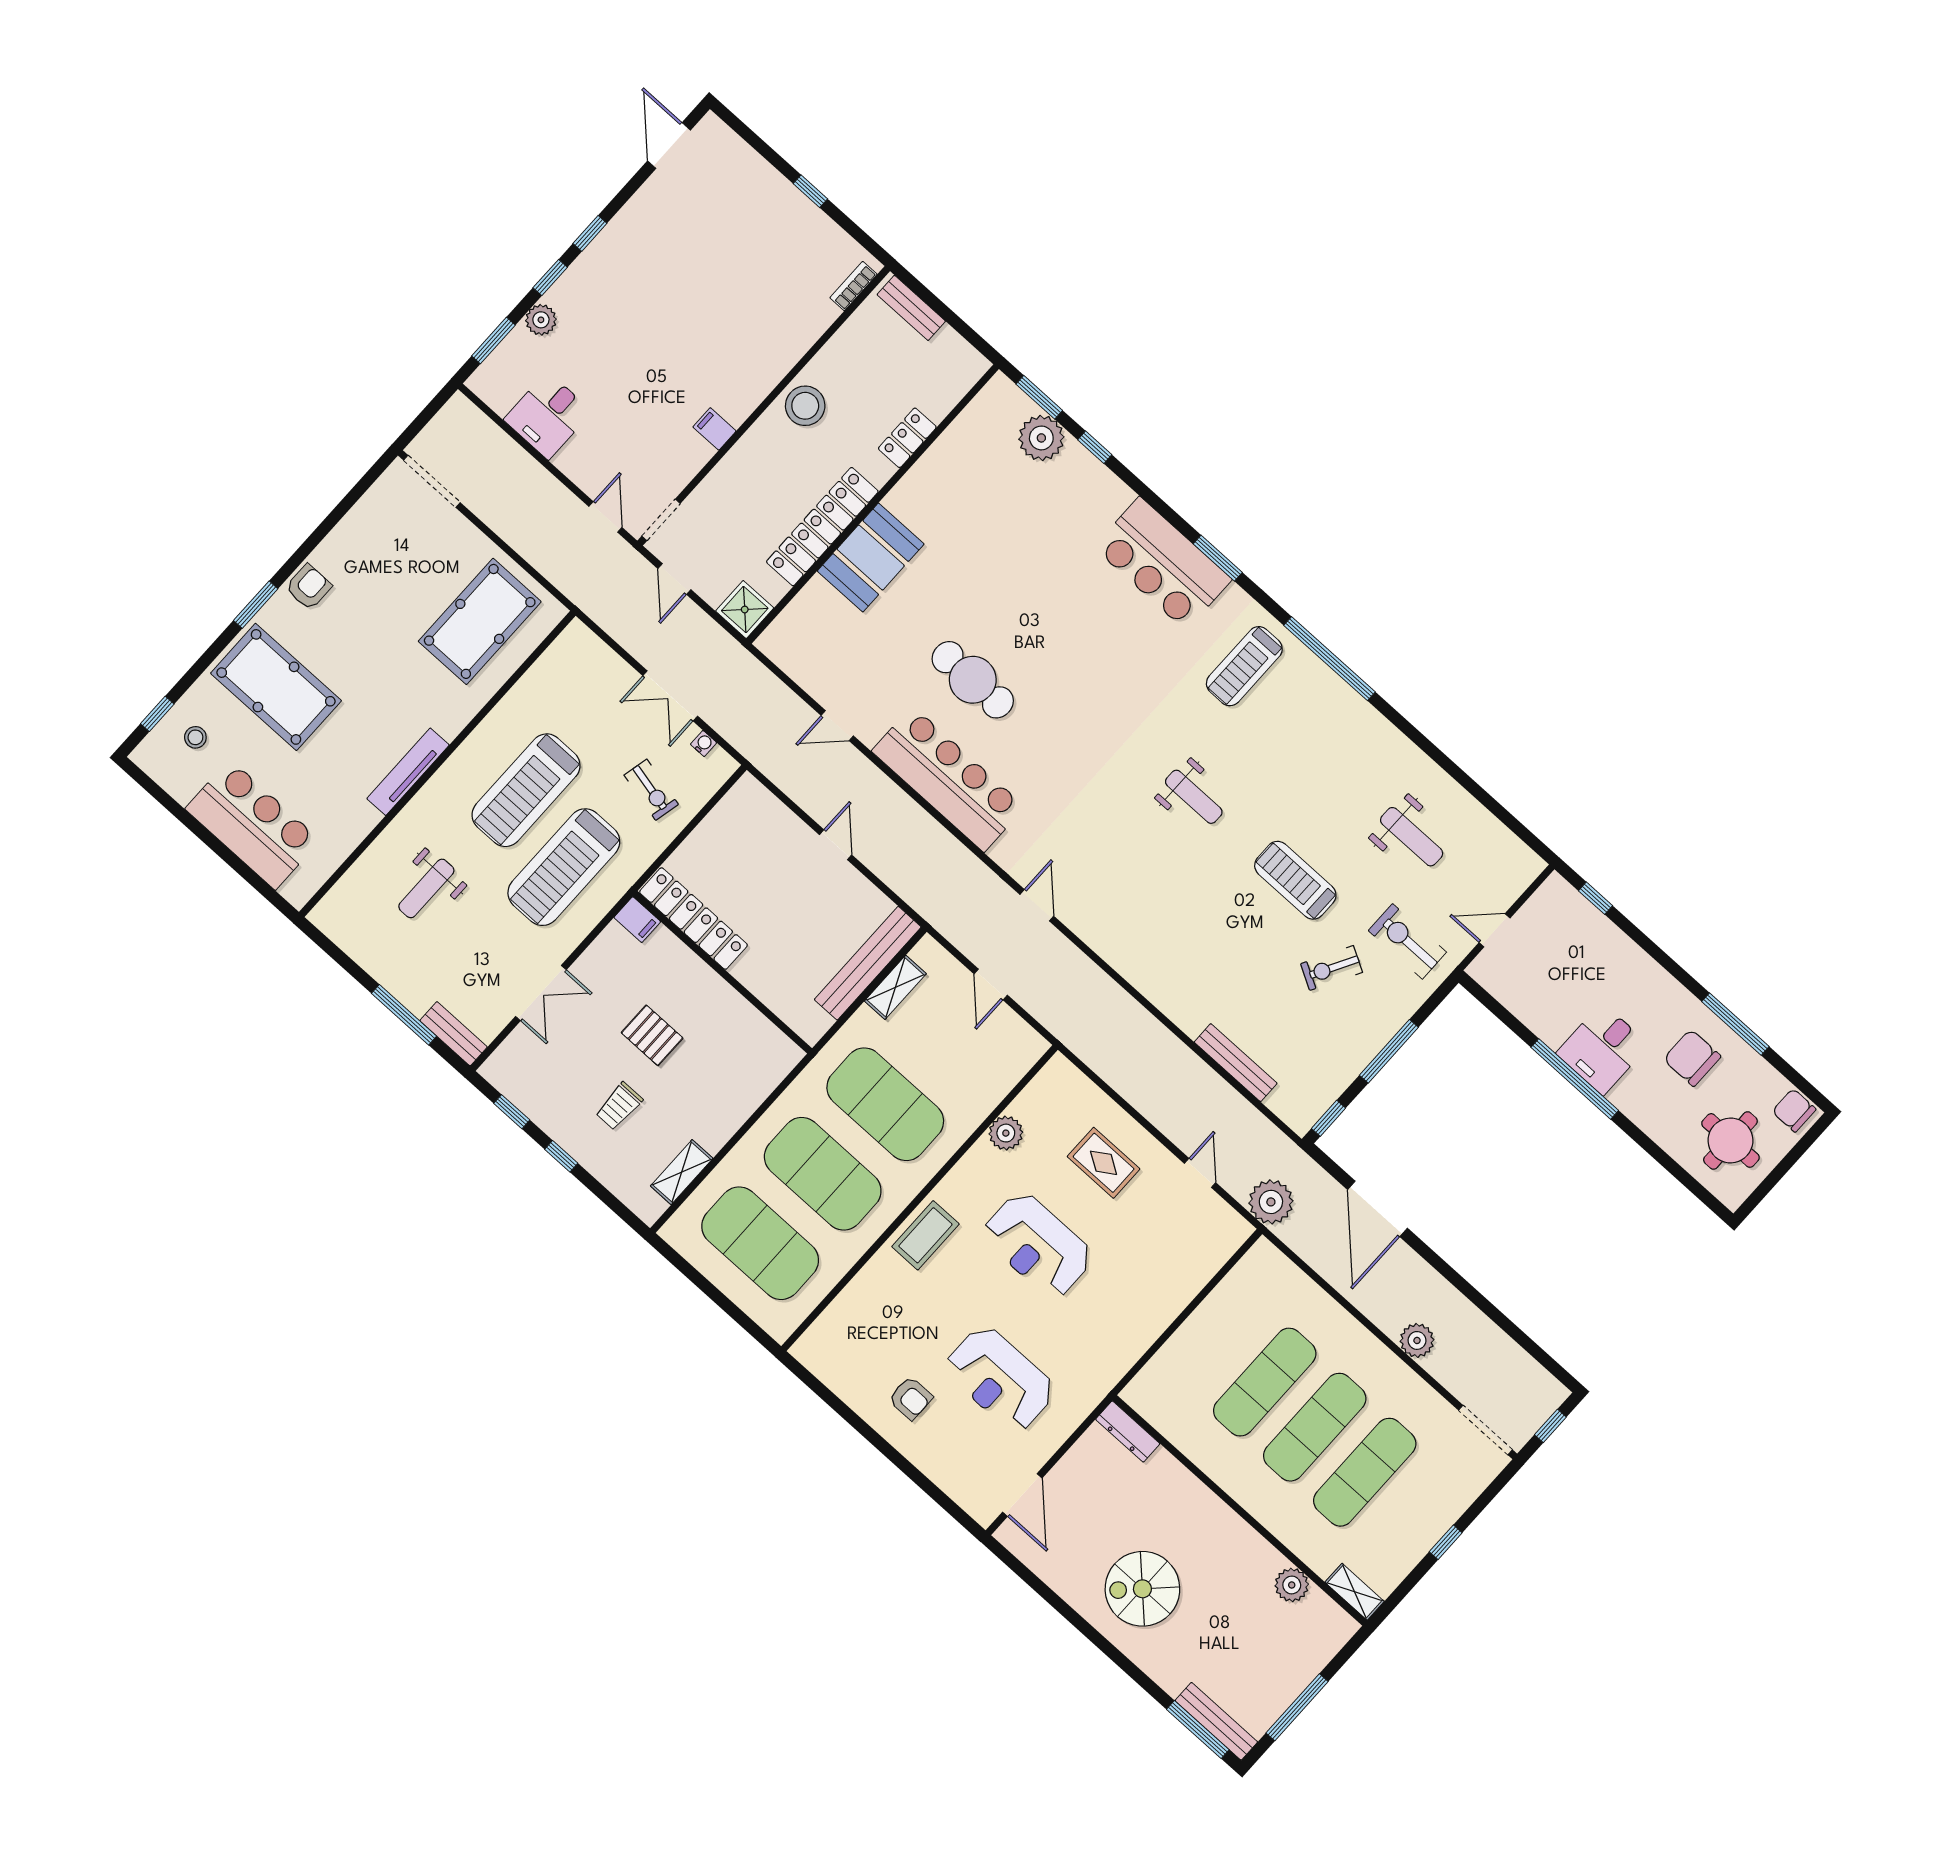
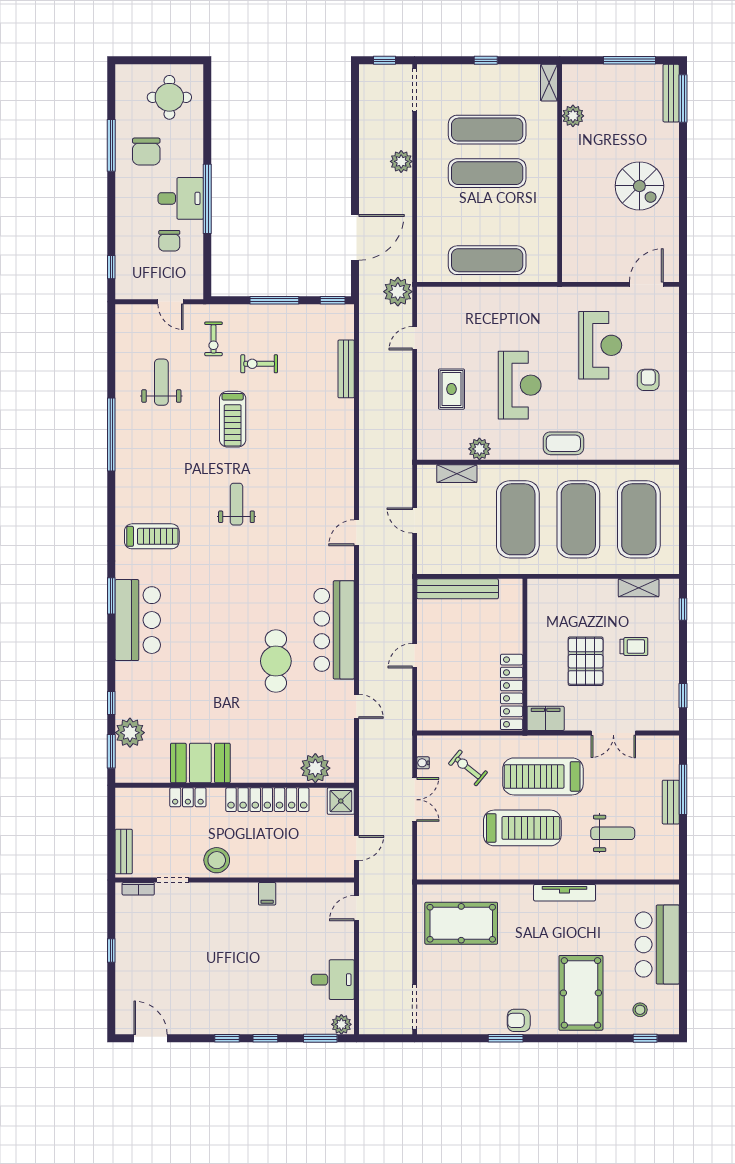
door: (669, 146) -> (151, 1038), swing flipped
plant: (541, 320) -> (341, 1024), moved
doorway: (661, 520) -> (173, 880), moved
booth: (871, 557) -> (200, 763), moved
window: (256, 605) -> (506, 1038), moved
plant: (809, 614) -> (315, 768), added
window: (1329, 659) -> (111, 434), moved
exercise bike: (651, 790) -> (468, 768), turned -64
treadmill: (564, 867) -> (543, 776), turned 180
filing cabinet: (637, 920) -> (546, 718), width x2.00
exercise bike: (1407, 941) -> (213, 339), width x0.73, depth x0.72
exercise bike: (1332, 968) -> (259, 364), turned 151
door: (991, 984) -> (415, 520), swing flipped
shelving: (895, 987) -> (457, 474), moved
double door: (541, 993) -> (613, 733), swing flipped
bench: (454, 1034) -> (671, 802), moved
pallet: (652, 1035) -> (586, 661), width x1.50, depth x1.42
chair: (1794, 1110) -> (169, 241), moved
window: (561, 1156) -> (683, 609), moved
exercise mat: (1265, 1382) -> (487, 260), moved
dresser: (1128, 1431) -> (570, 261), removed

